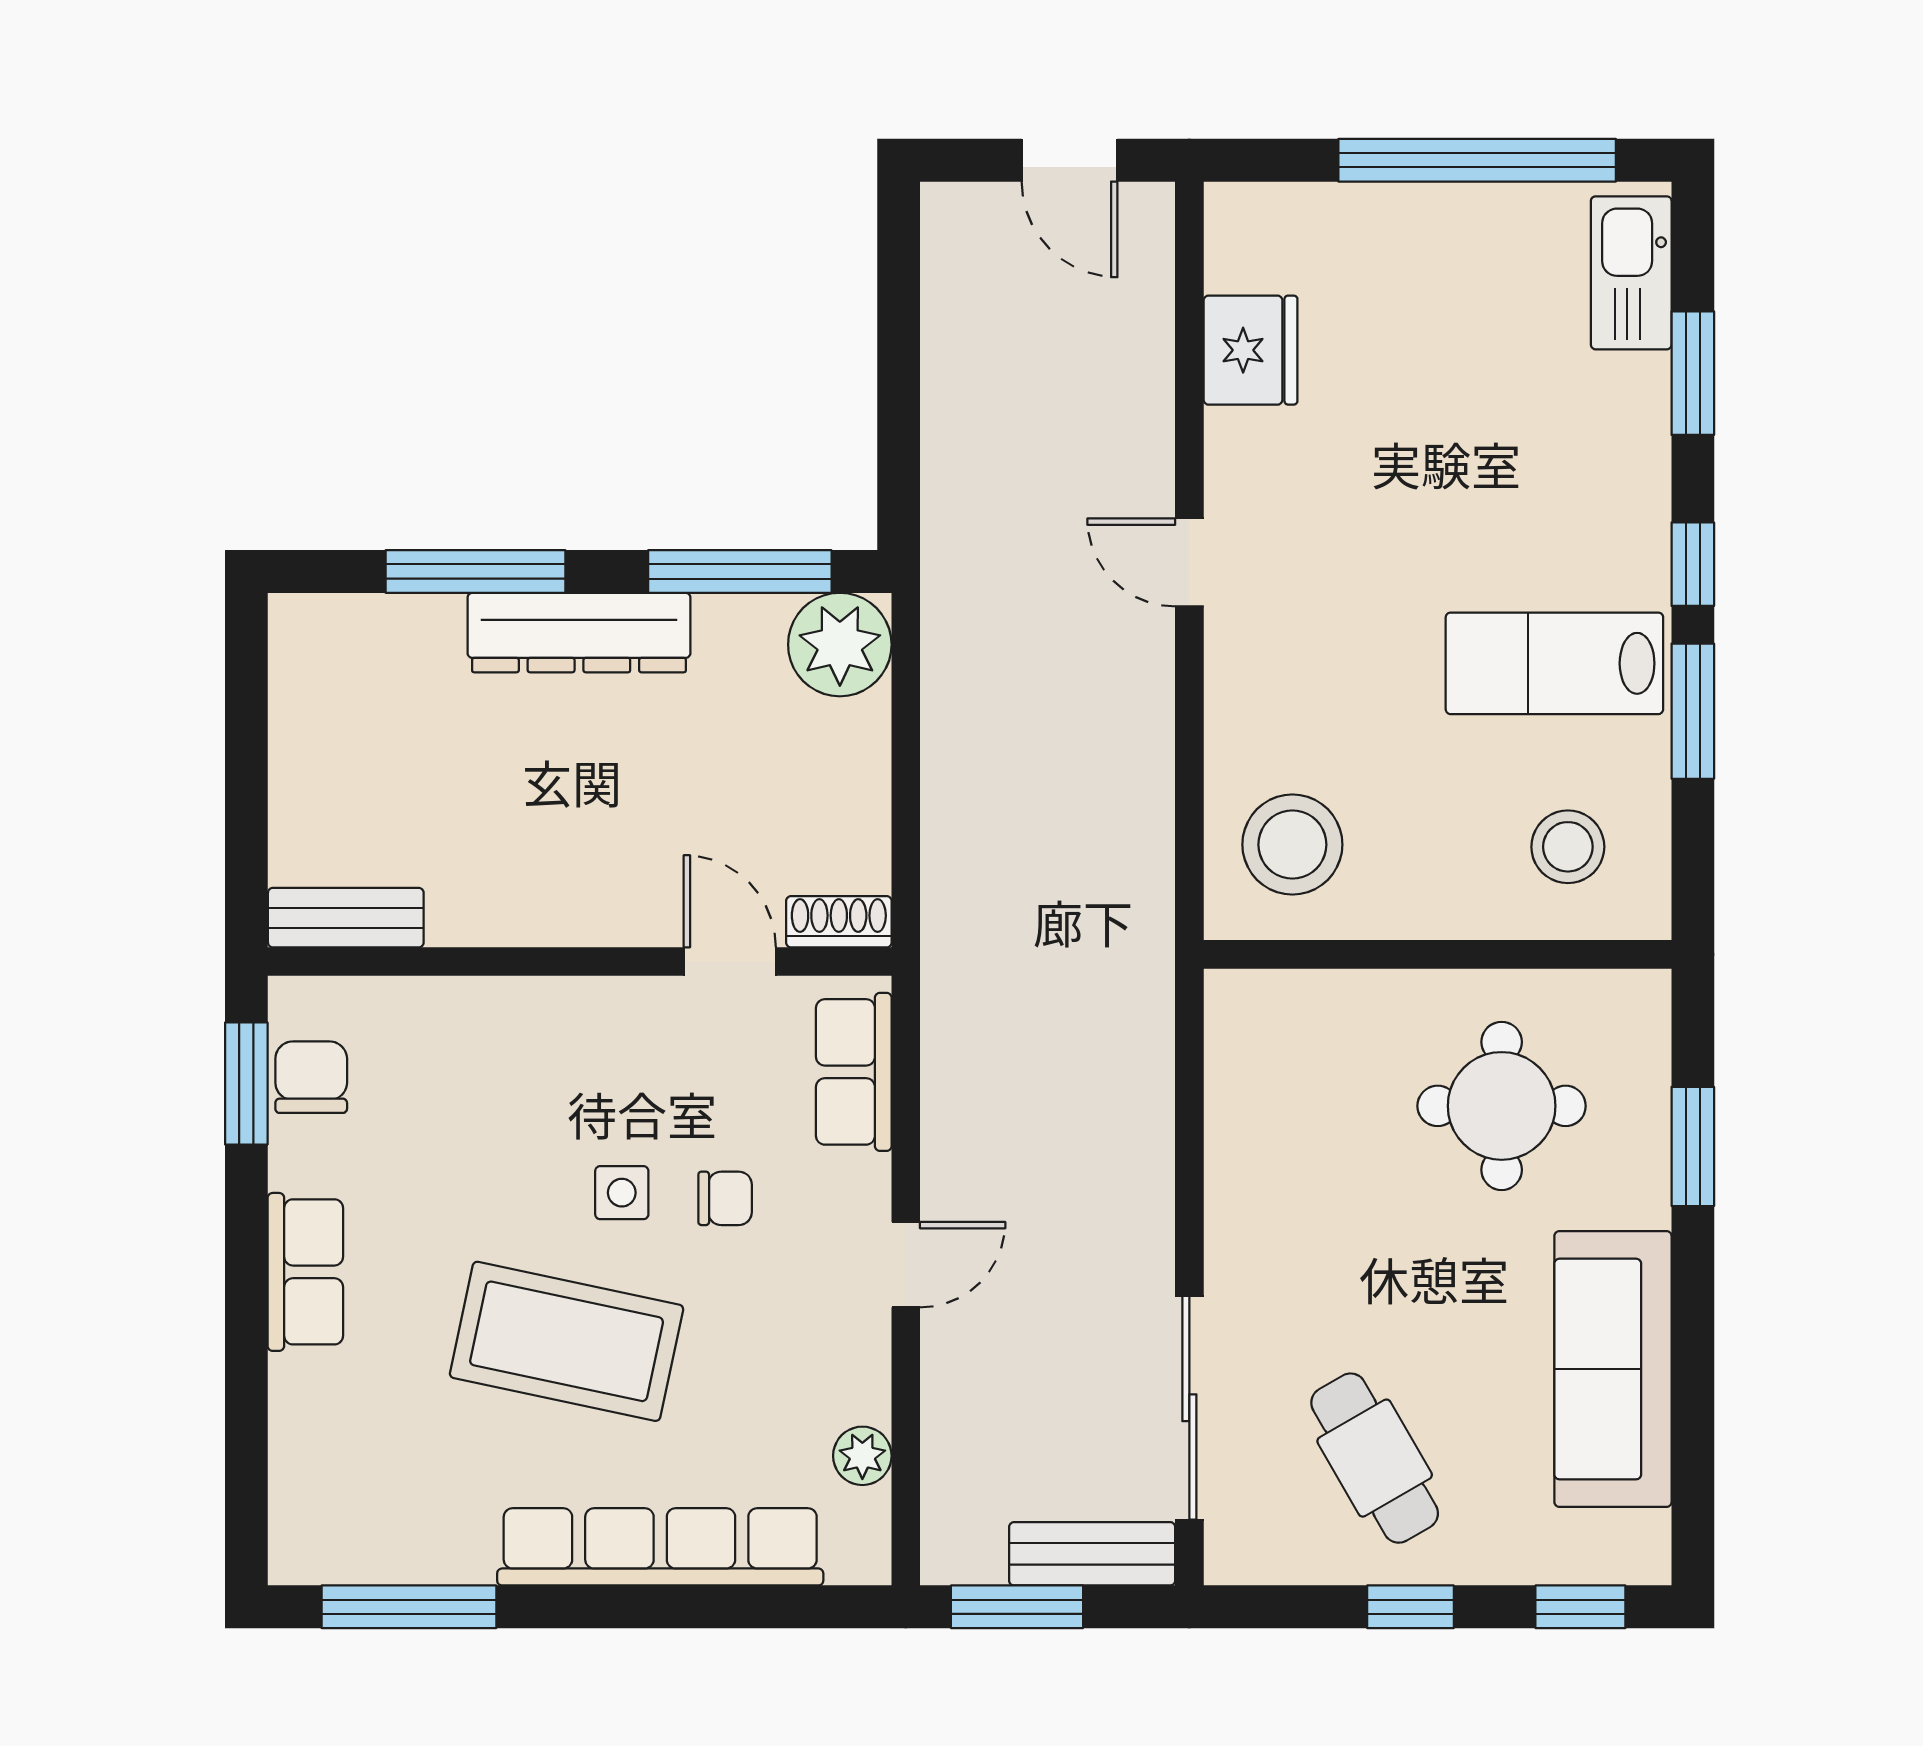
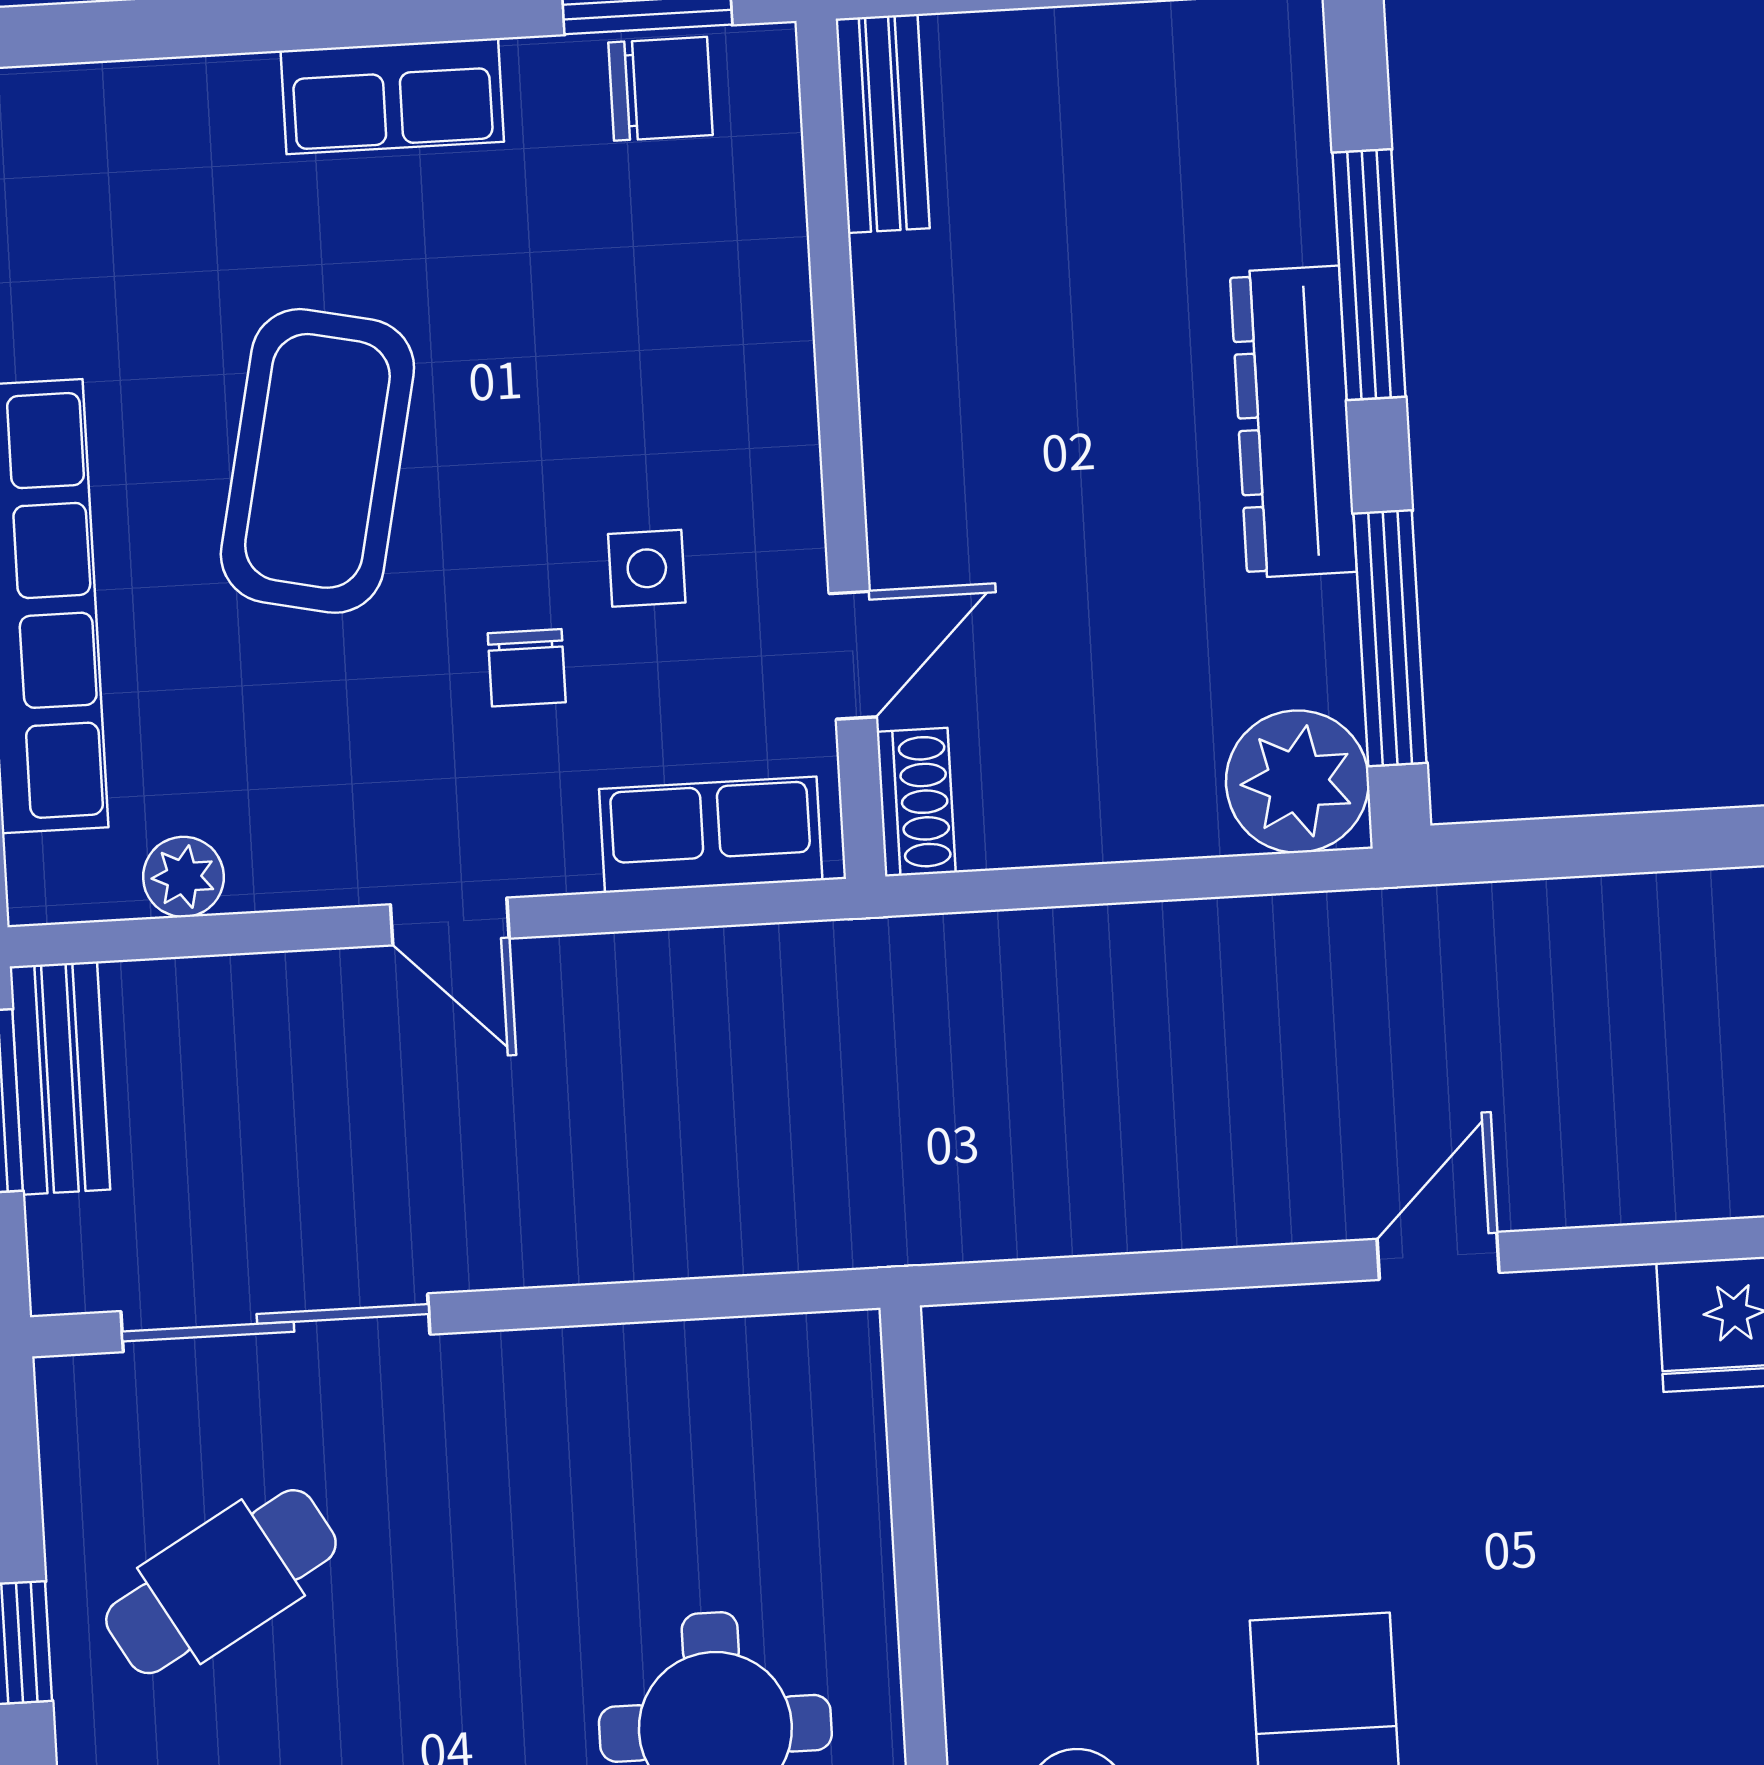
stool: (1292, 845) -> (1058, 1420), removed
side table: (622, 1193) -> (647, 568), moved
bench: (1092, 1554) -> (60, 1078), moved

